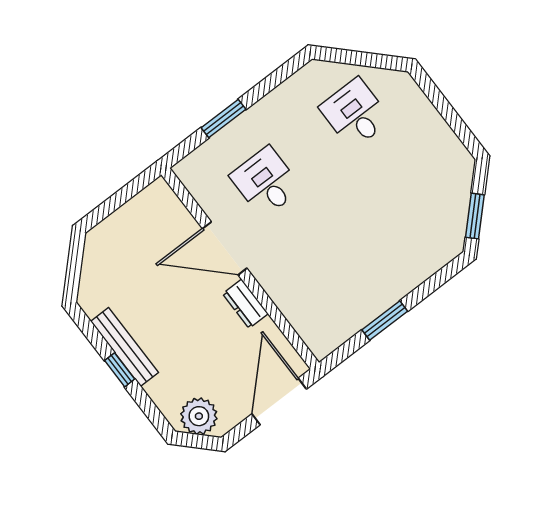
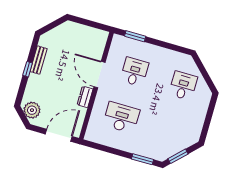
window: (224, 118) -> (135, 36), moved
desk: (330, 266) -> (121, 118), added
window: (385, 320) -> (143, 159), moved
bench: (125, 347) -> (38, 60), width x0.73

